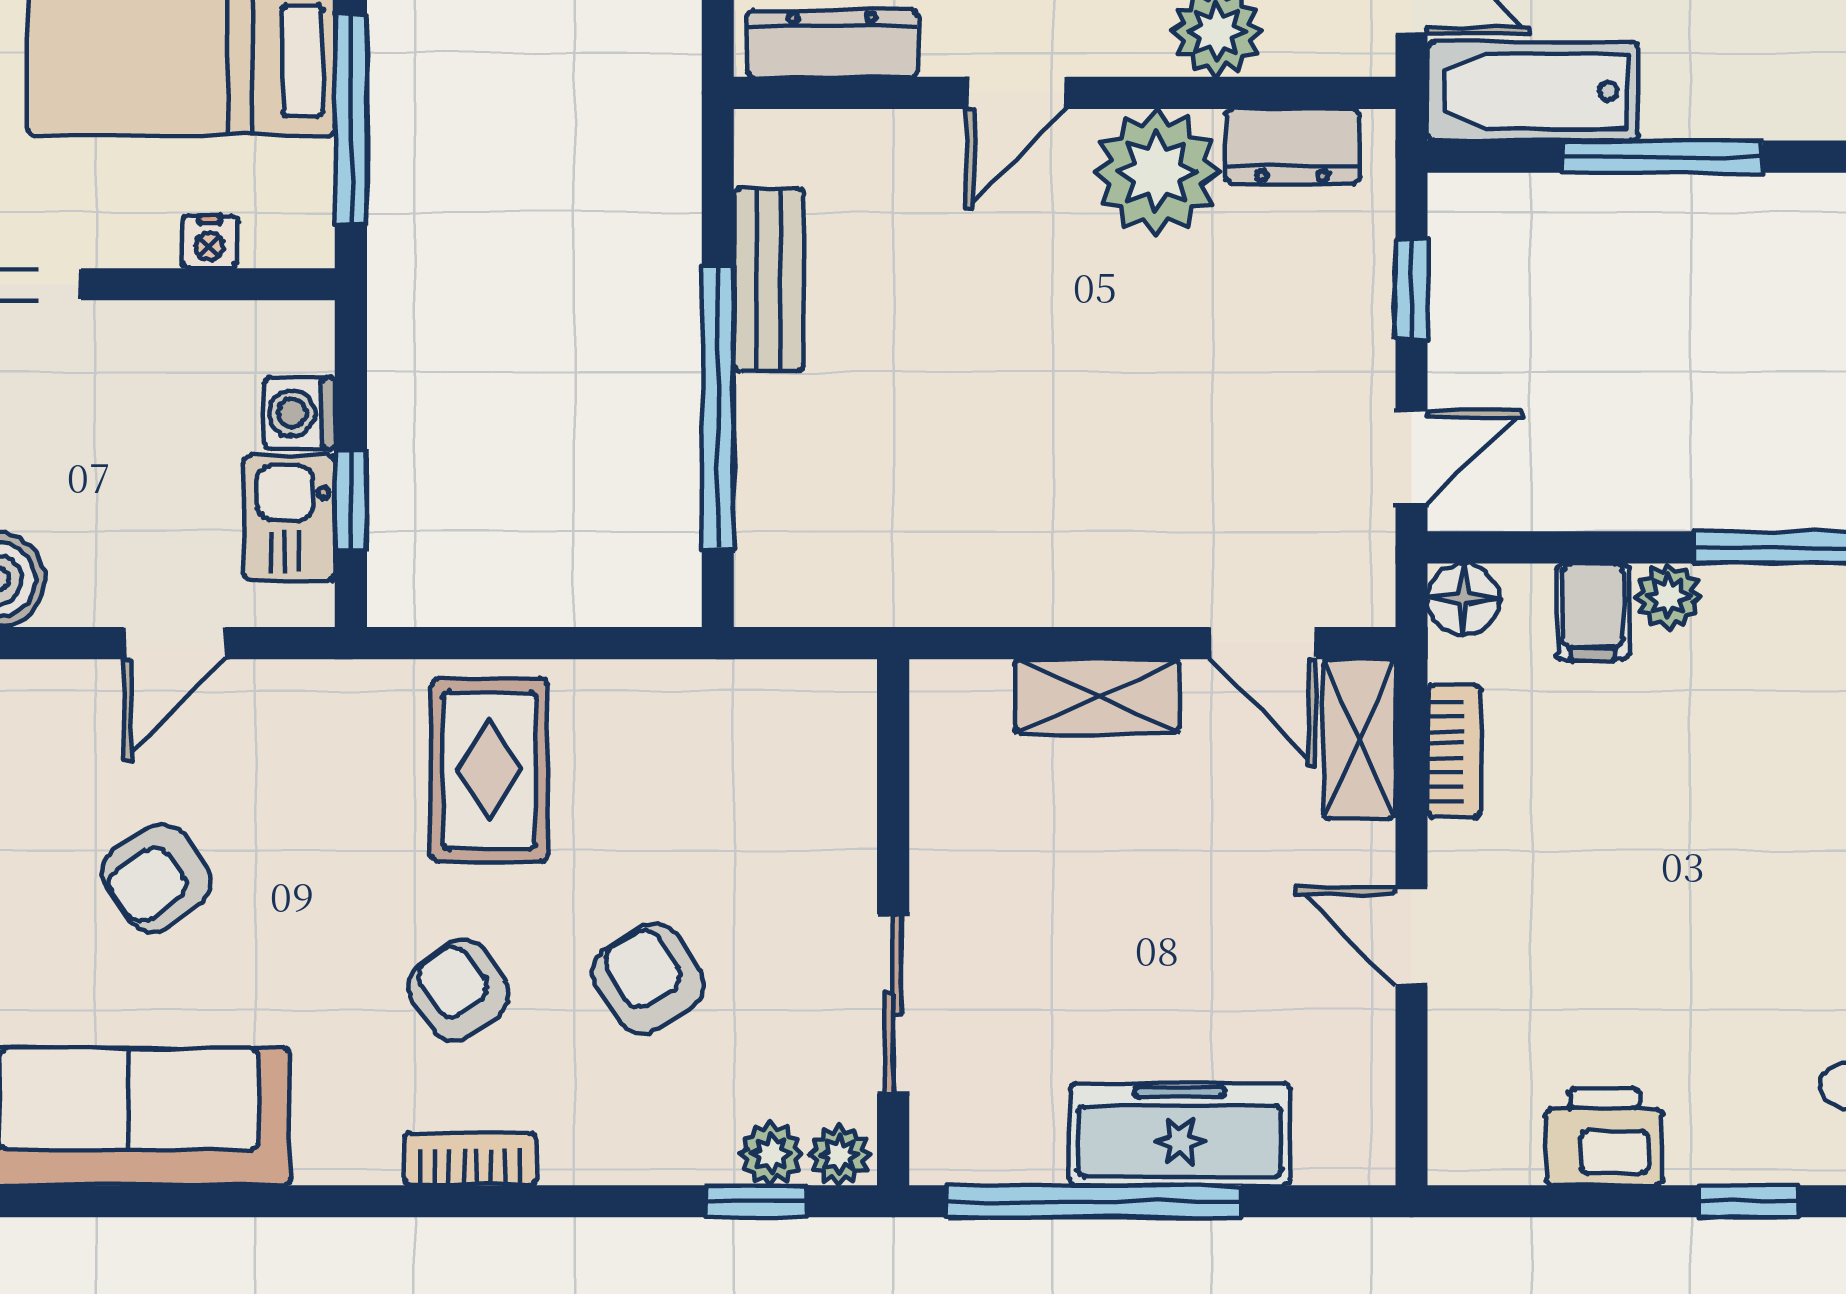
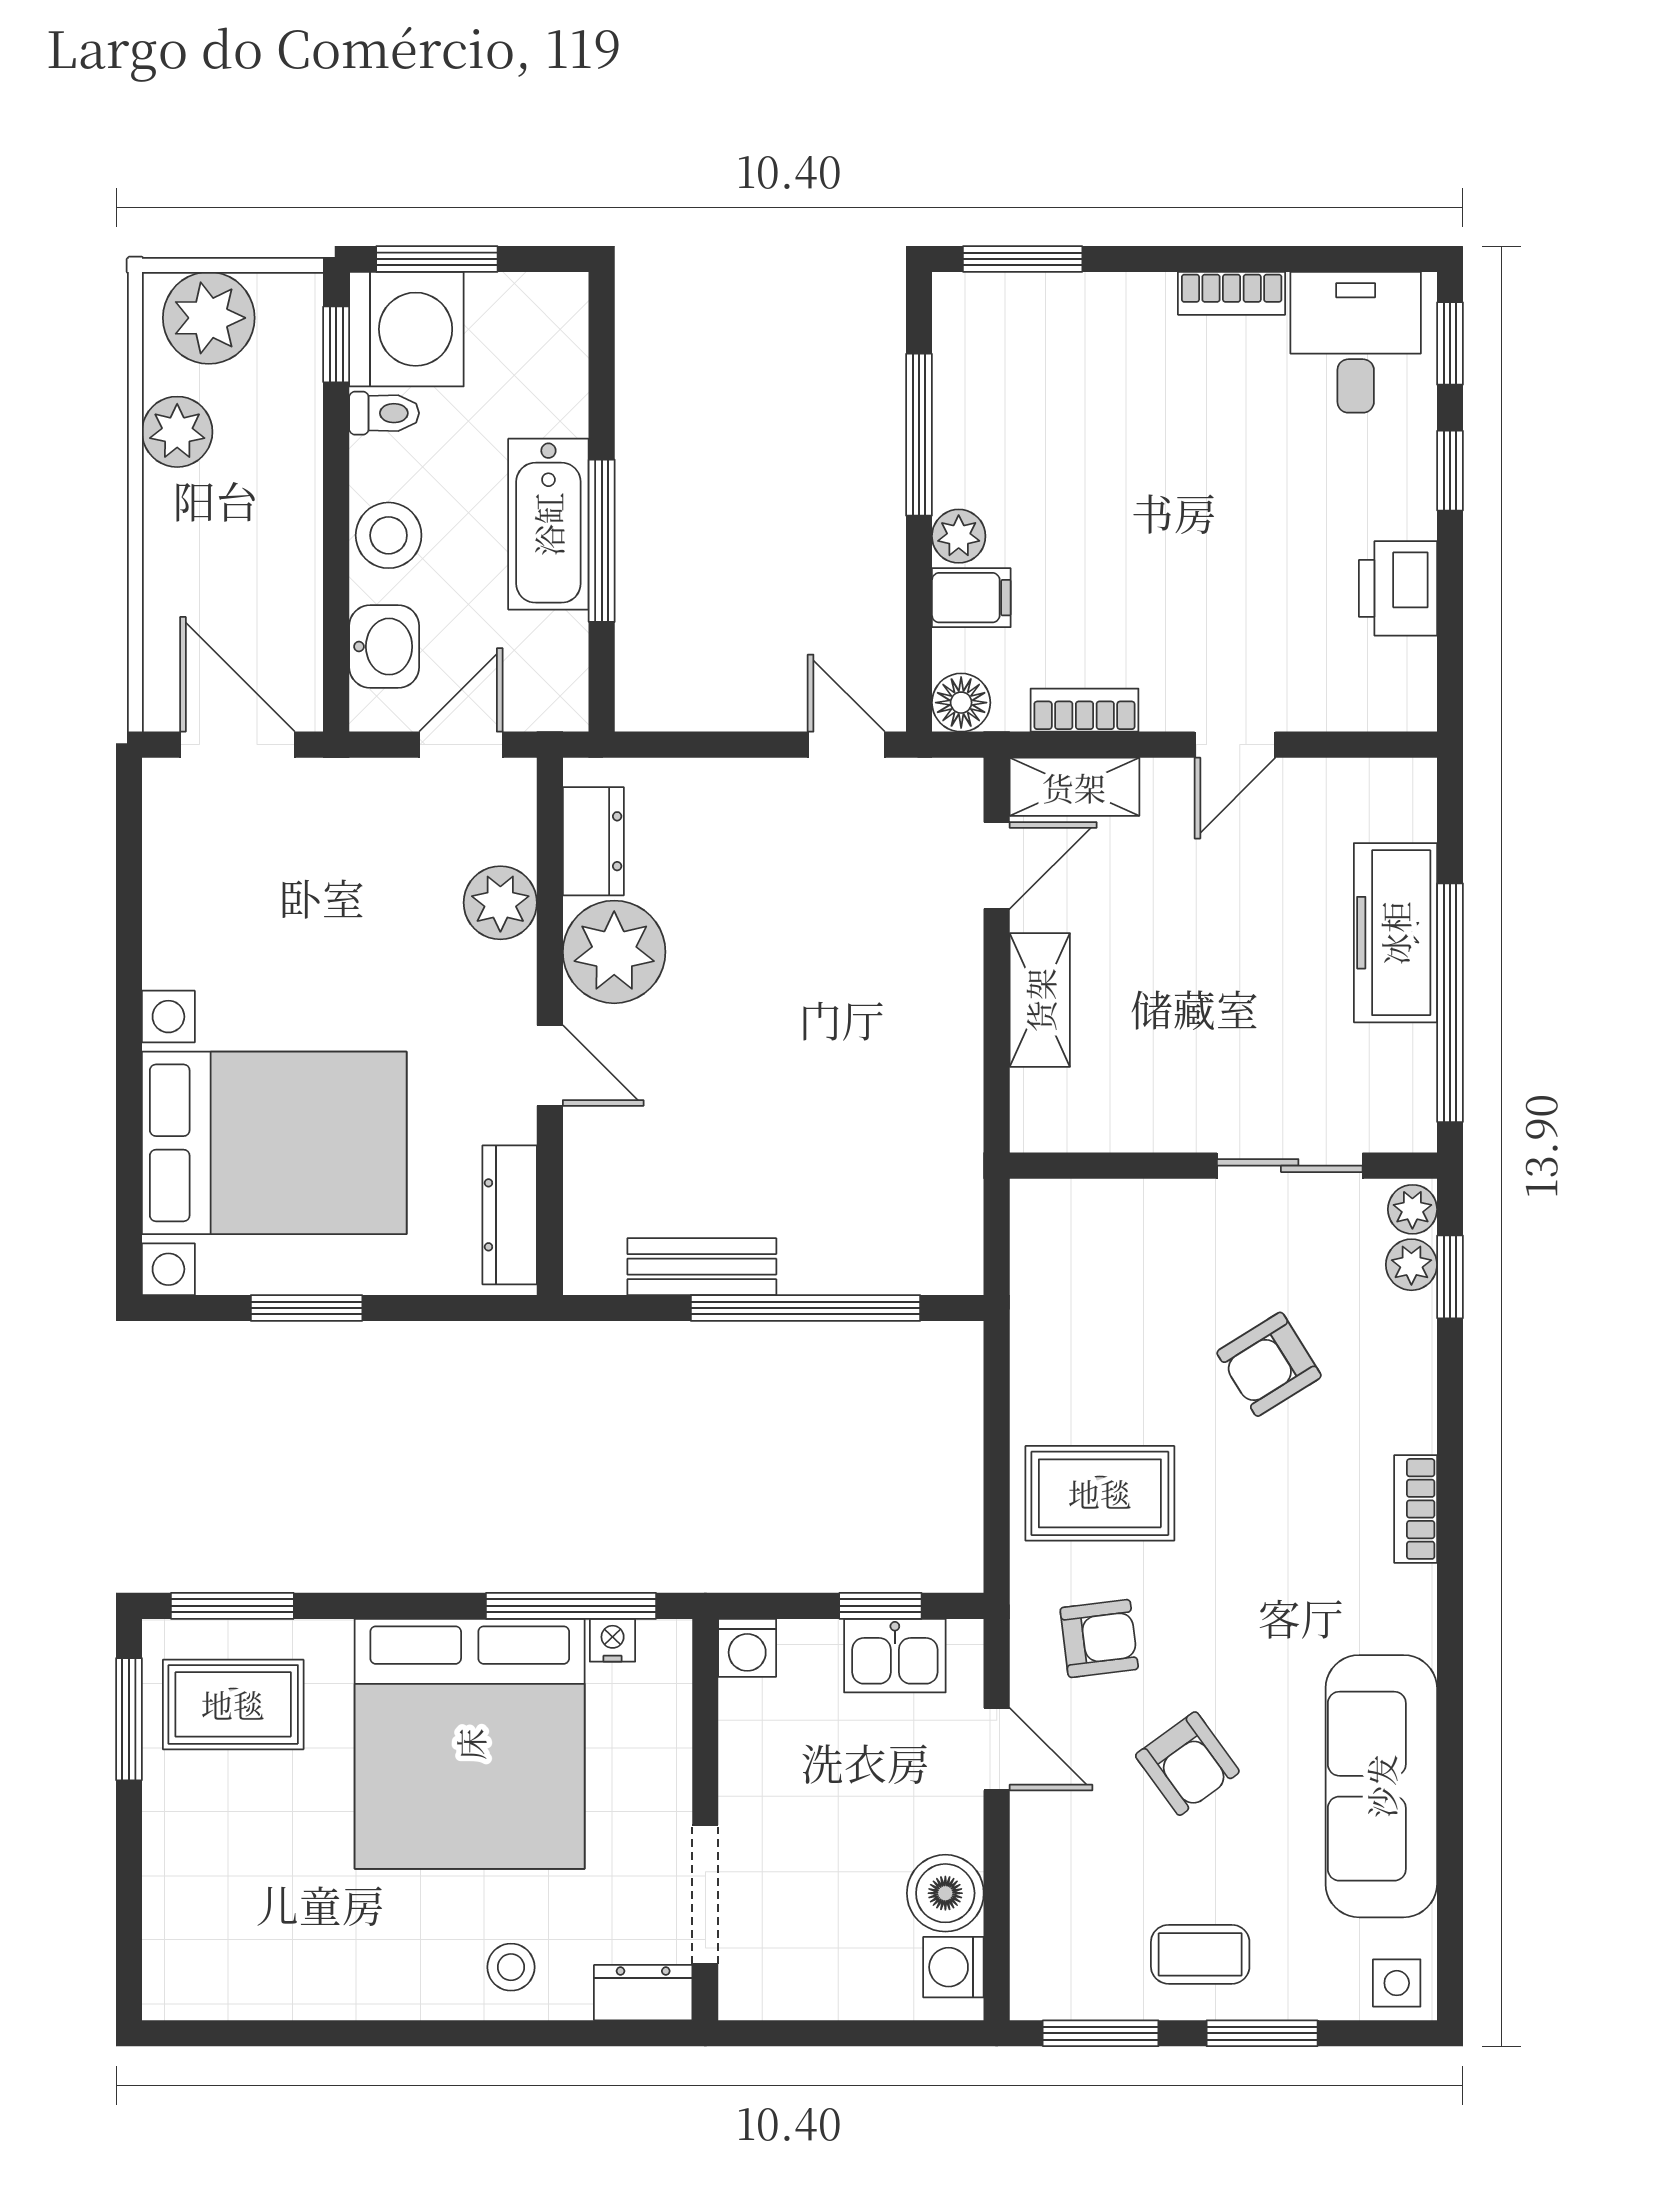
bathtub: (1533, 91) -> (548, 524), moved
nightstand: (210, 242) -> (613, 1640), moved, turned -90
window: (1411, 290) -> (710, 745), removed
washing machine: (299, 413) -> (747, 1648), moved
armchair: (458, 990) -> (1099, 1638), moved, turned -151

